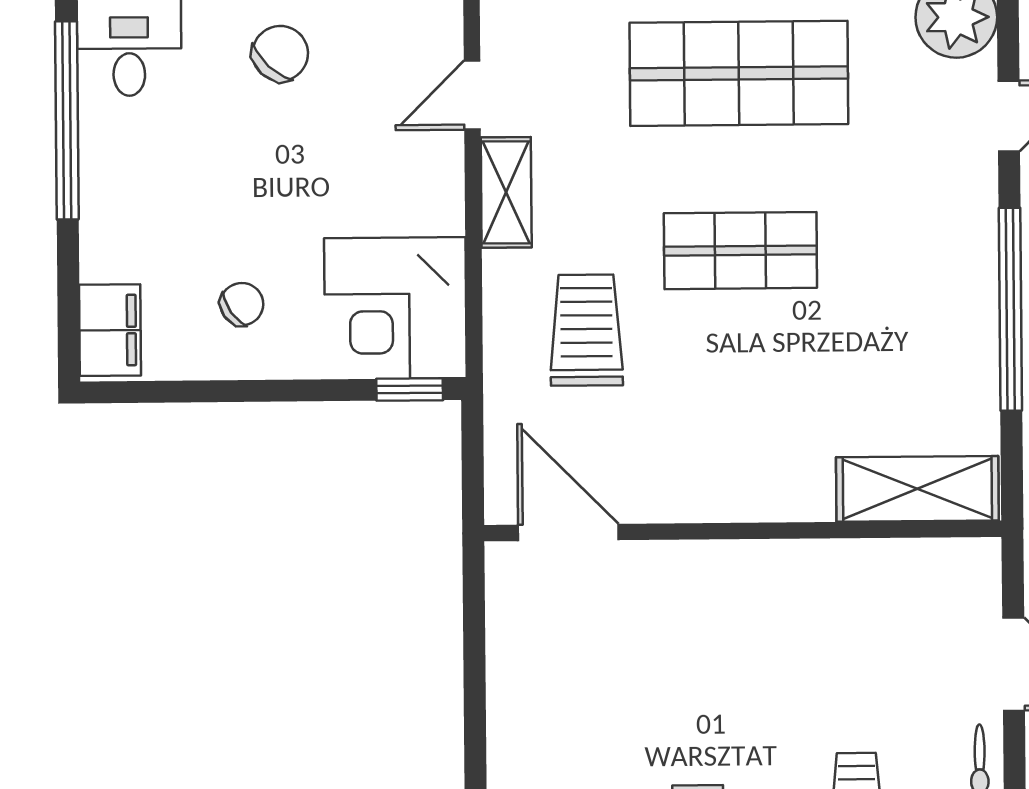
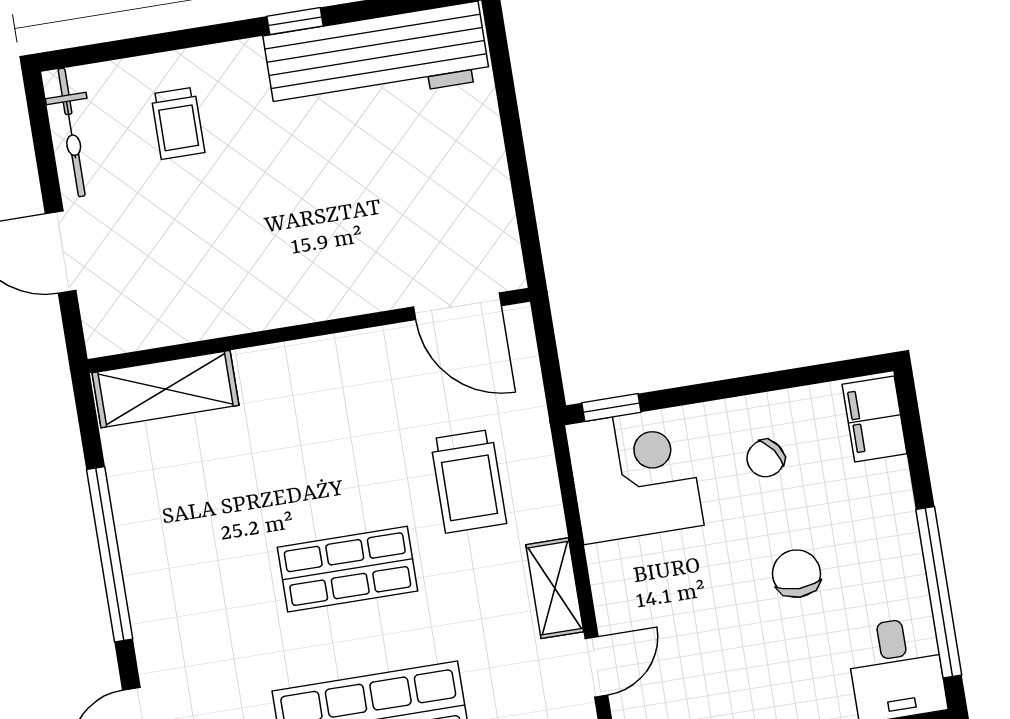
chair: (280, 53) -> (796, 574), moved, turned 137

